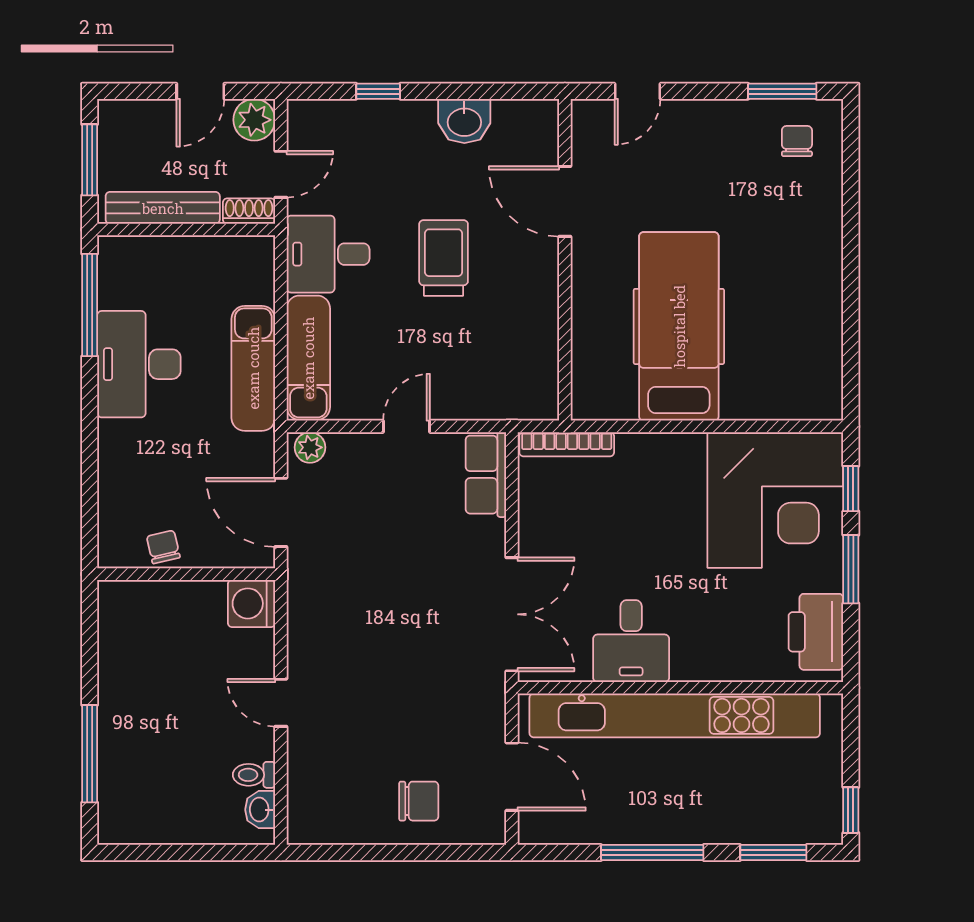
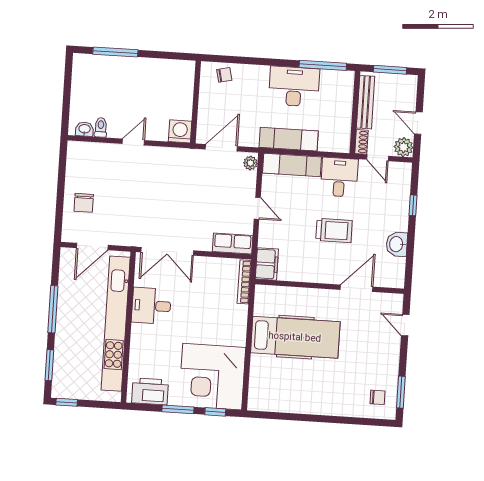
filing cabinet: (525, 398) -> (267, 264), added
chair: (163, 547) -> (224, 75), moved

